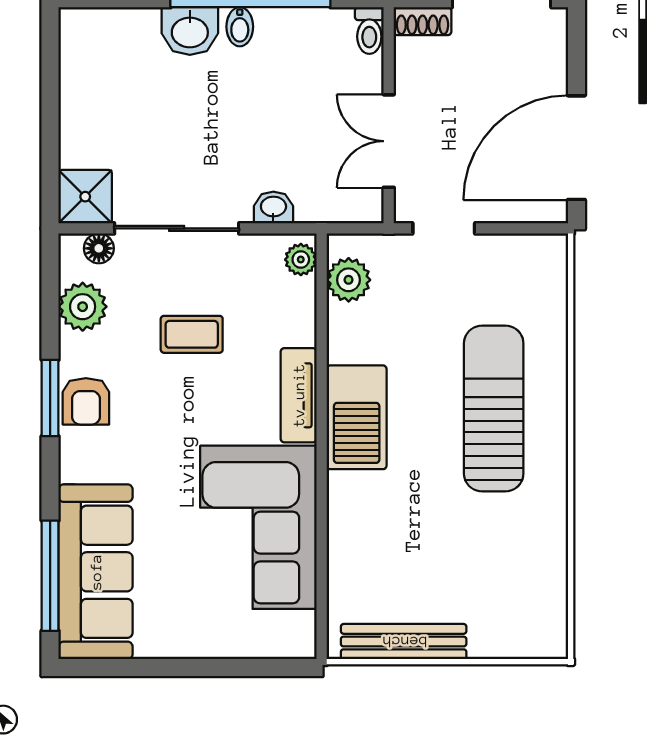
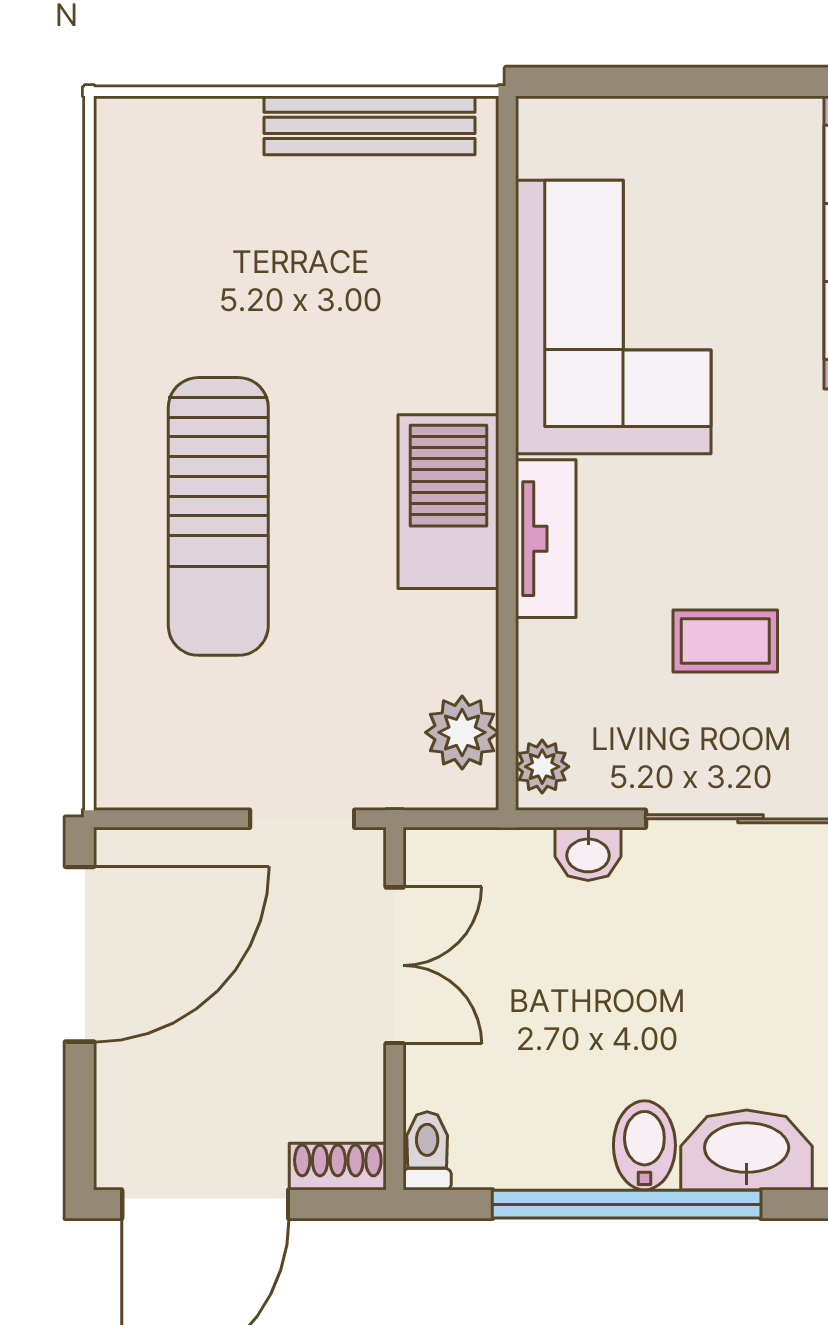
bidet: (240, 27) -> (644, 1145), width x1.38, depth x1.36
washbasin: (190, 31) -> (747, 1150), width x1.38

